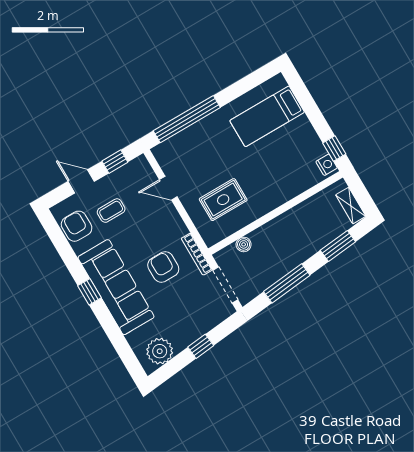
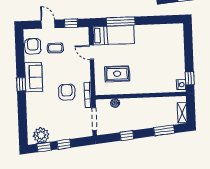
bed: (267, 116) -> (114, 35), moved, turned 180
window: (187, 119) -> (121, 21), width x0.68
window: (287, 283) -> (127, 136), width x0.46
sofa: (116, 287) -> (34, 77), width x0.54, depth x0.79
window: (173, 366) -> (44, 147), added

